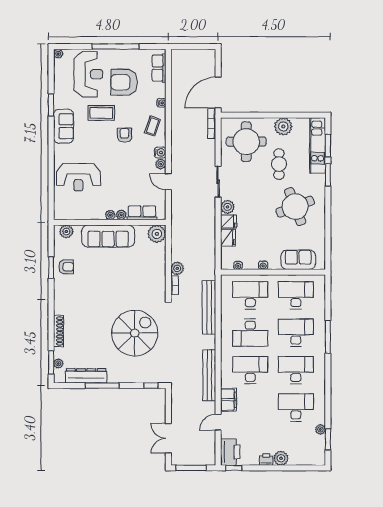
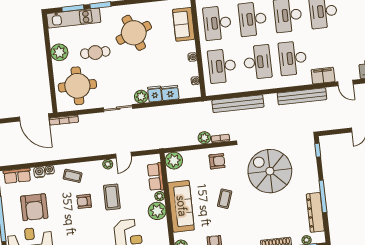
coffee table: (101, 113) -> (112, 197), moved
water cooler: (160, 152) -> (39, 172), moved
plant: (110, 215) -> (157, 211), width x1.88, depth x1.88
armchair: (151, 279) -> (217, 161), added
coffee table: (111, 283) -> (225, 199), added

